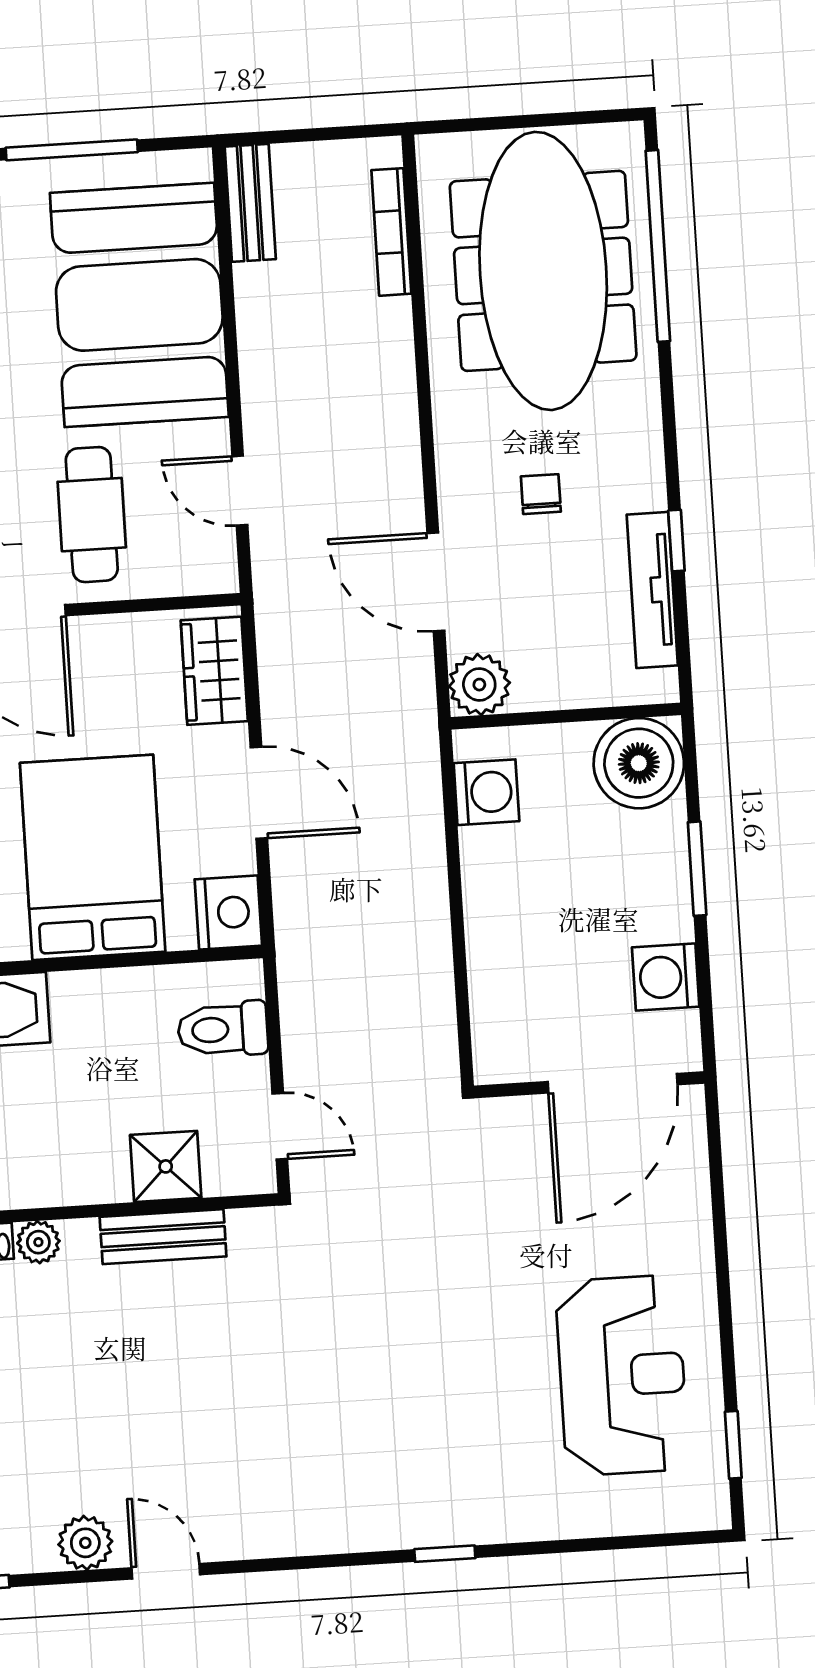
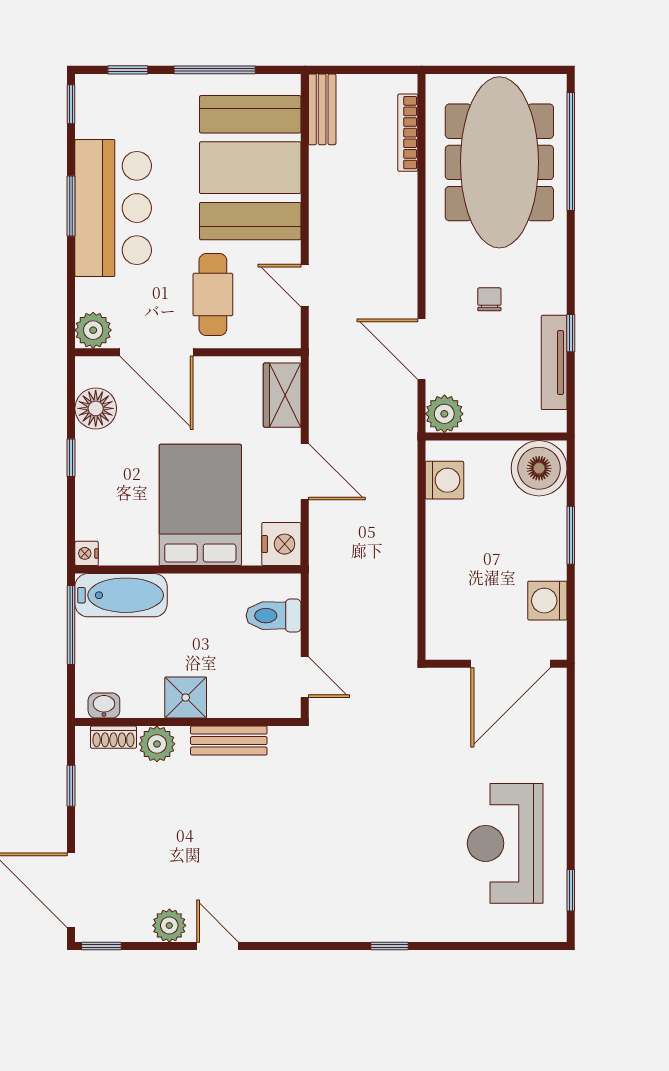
shower: (166, 1166) -> (186, 698), moved
plant: (38, 1242) -> (157, 744), width x1.38, depth x1.38
reception desk: (622, 1375) -> (505, 843), turned 180

